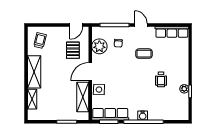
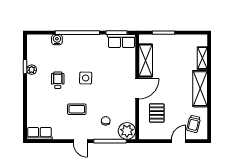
door: (76, 25) -> (179, 141), moved
row of seats: (172, 32) -> (39, 133), width x0.68
plant: (99, 46) -> (127, 131), moved
side table: (99, 90) -> (86, 78), moved
row of seats: (110, 114) -> (121, 41), width x0.68
water cooler: (143, 116) -> (57, 40), moved

